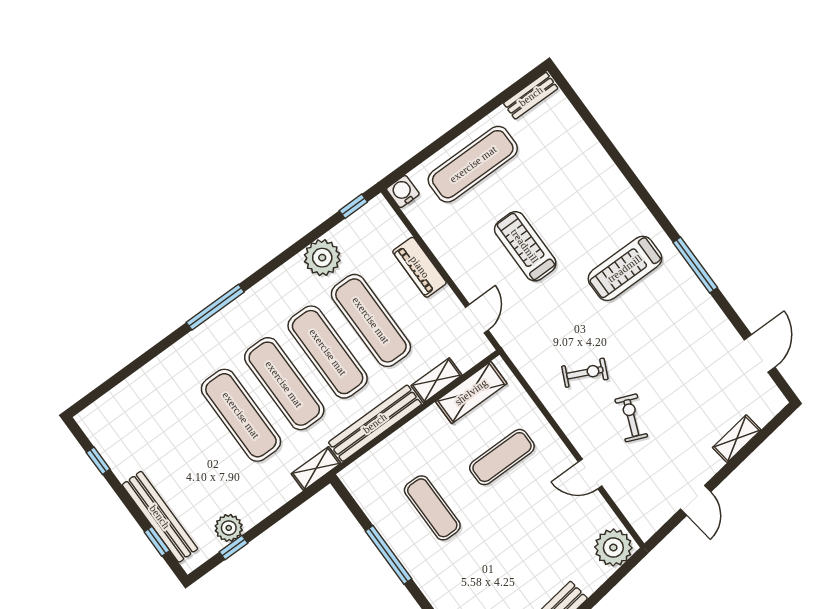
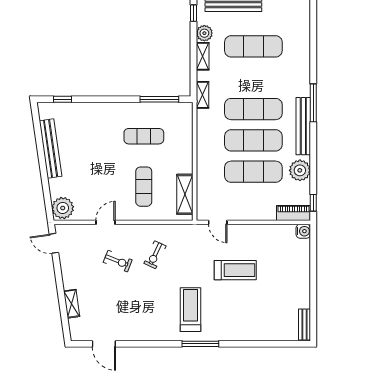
exercise mat: (473, 164) -> (292, 274), removed
window: (695, 265) -> (200, 344), moved
piano: (420, 267) -> (293, 213), moved
shelving: (436, 380) -> (203, 56), moved
exercise mat: (241, 415) -> (253, 46), moved
bench: (375, 423) -> (303, 126), moved
door: (696, 500) -> (54, 243), moved
window: (234, 548) -> (193, 13), moved
window: (389, 555) -> (159, 99), moved

